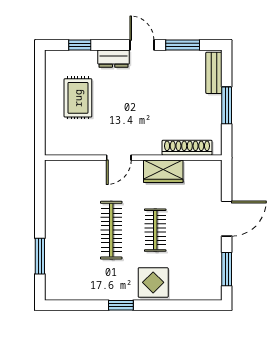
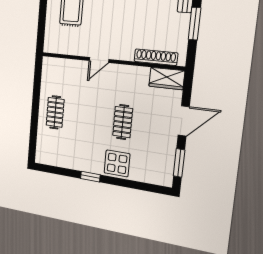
wardrobe: (163, 171) -> (167, 79), moved
clothes rail: (111, 230) -> (55, 112), moved, width x0.73
window: (40, 256) -> (34, 129), removed

